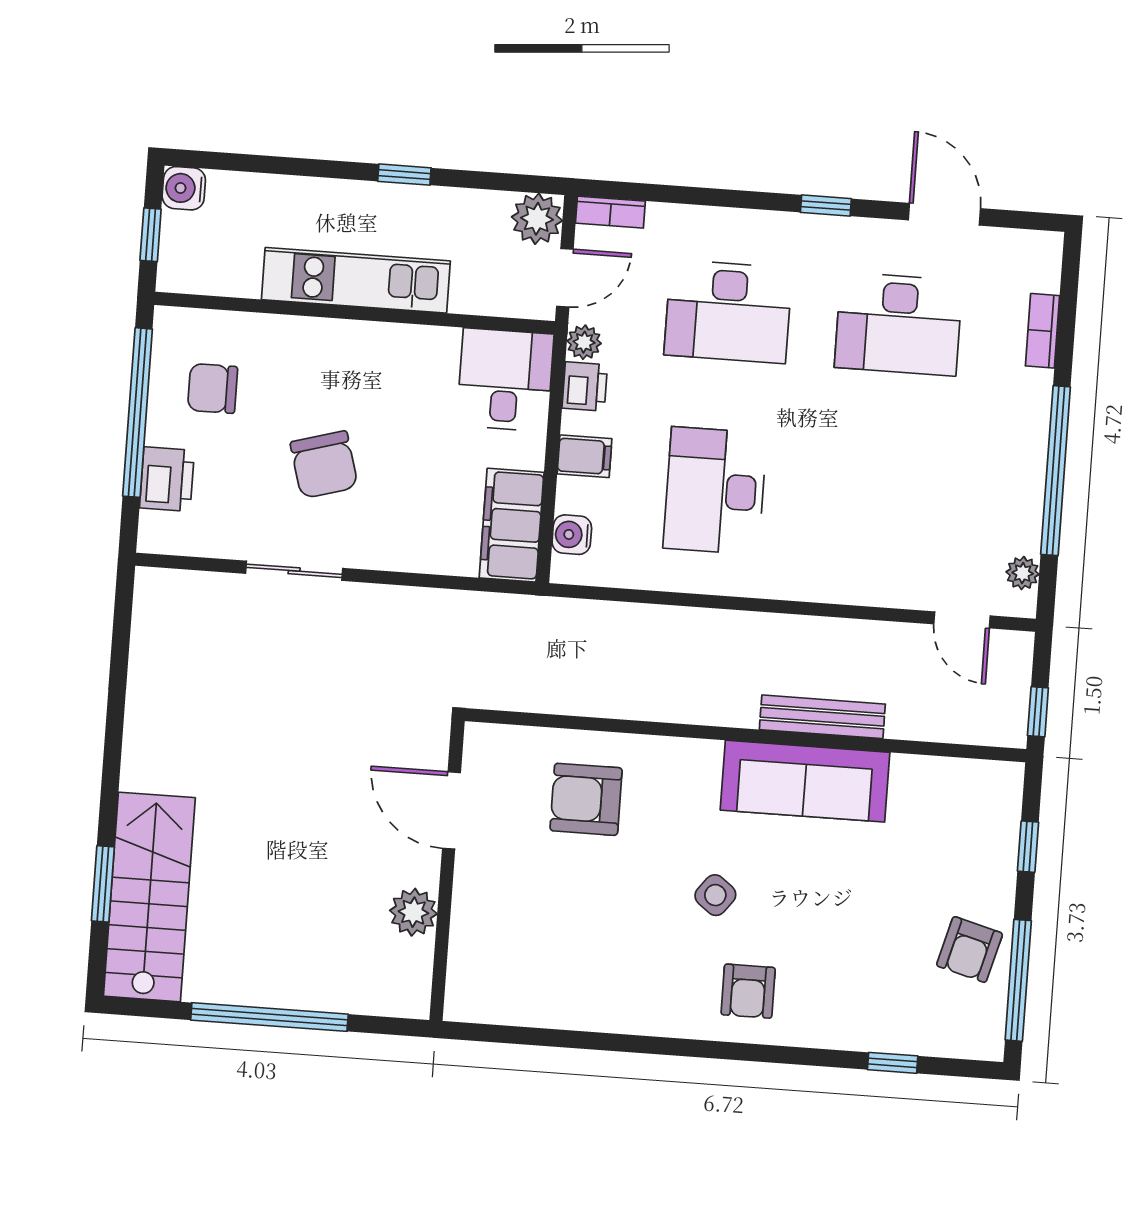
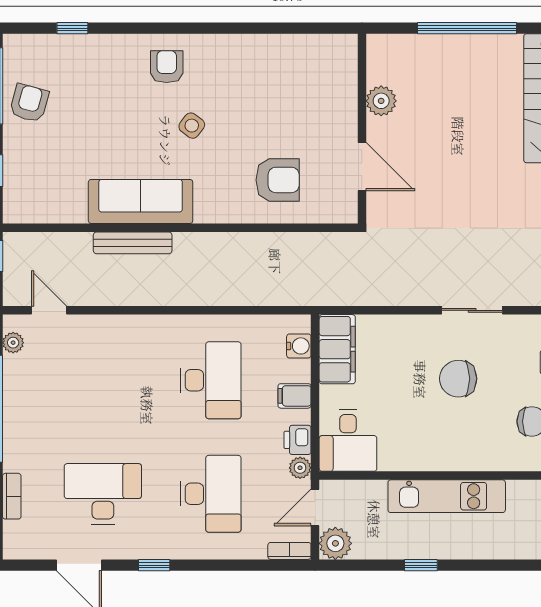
desk: (728, 311) -> (211, 494), turned 90
chair: (324, 465) -> (458, 379), turned -74

